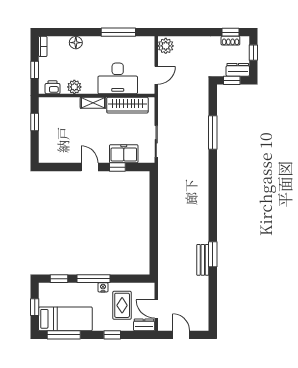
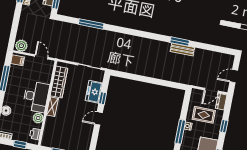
filing cabinet: (145, 44) -> (17, 60), added
desk: (118, 78) -> (36, 97), moved

